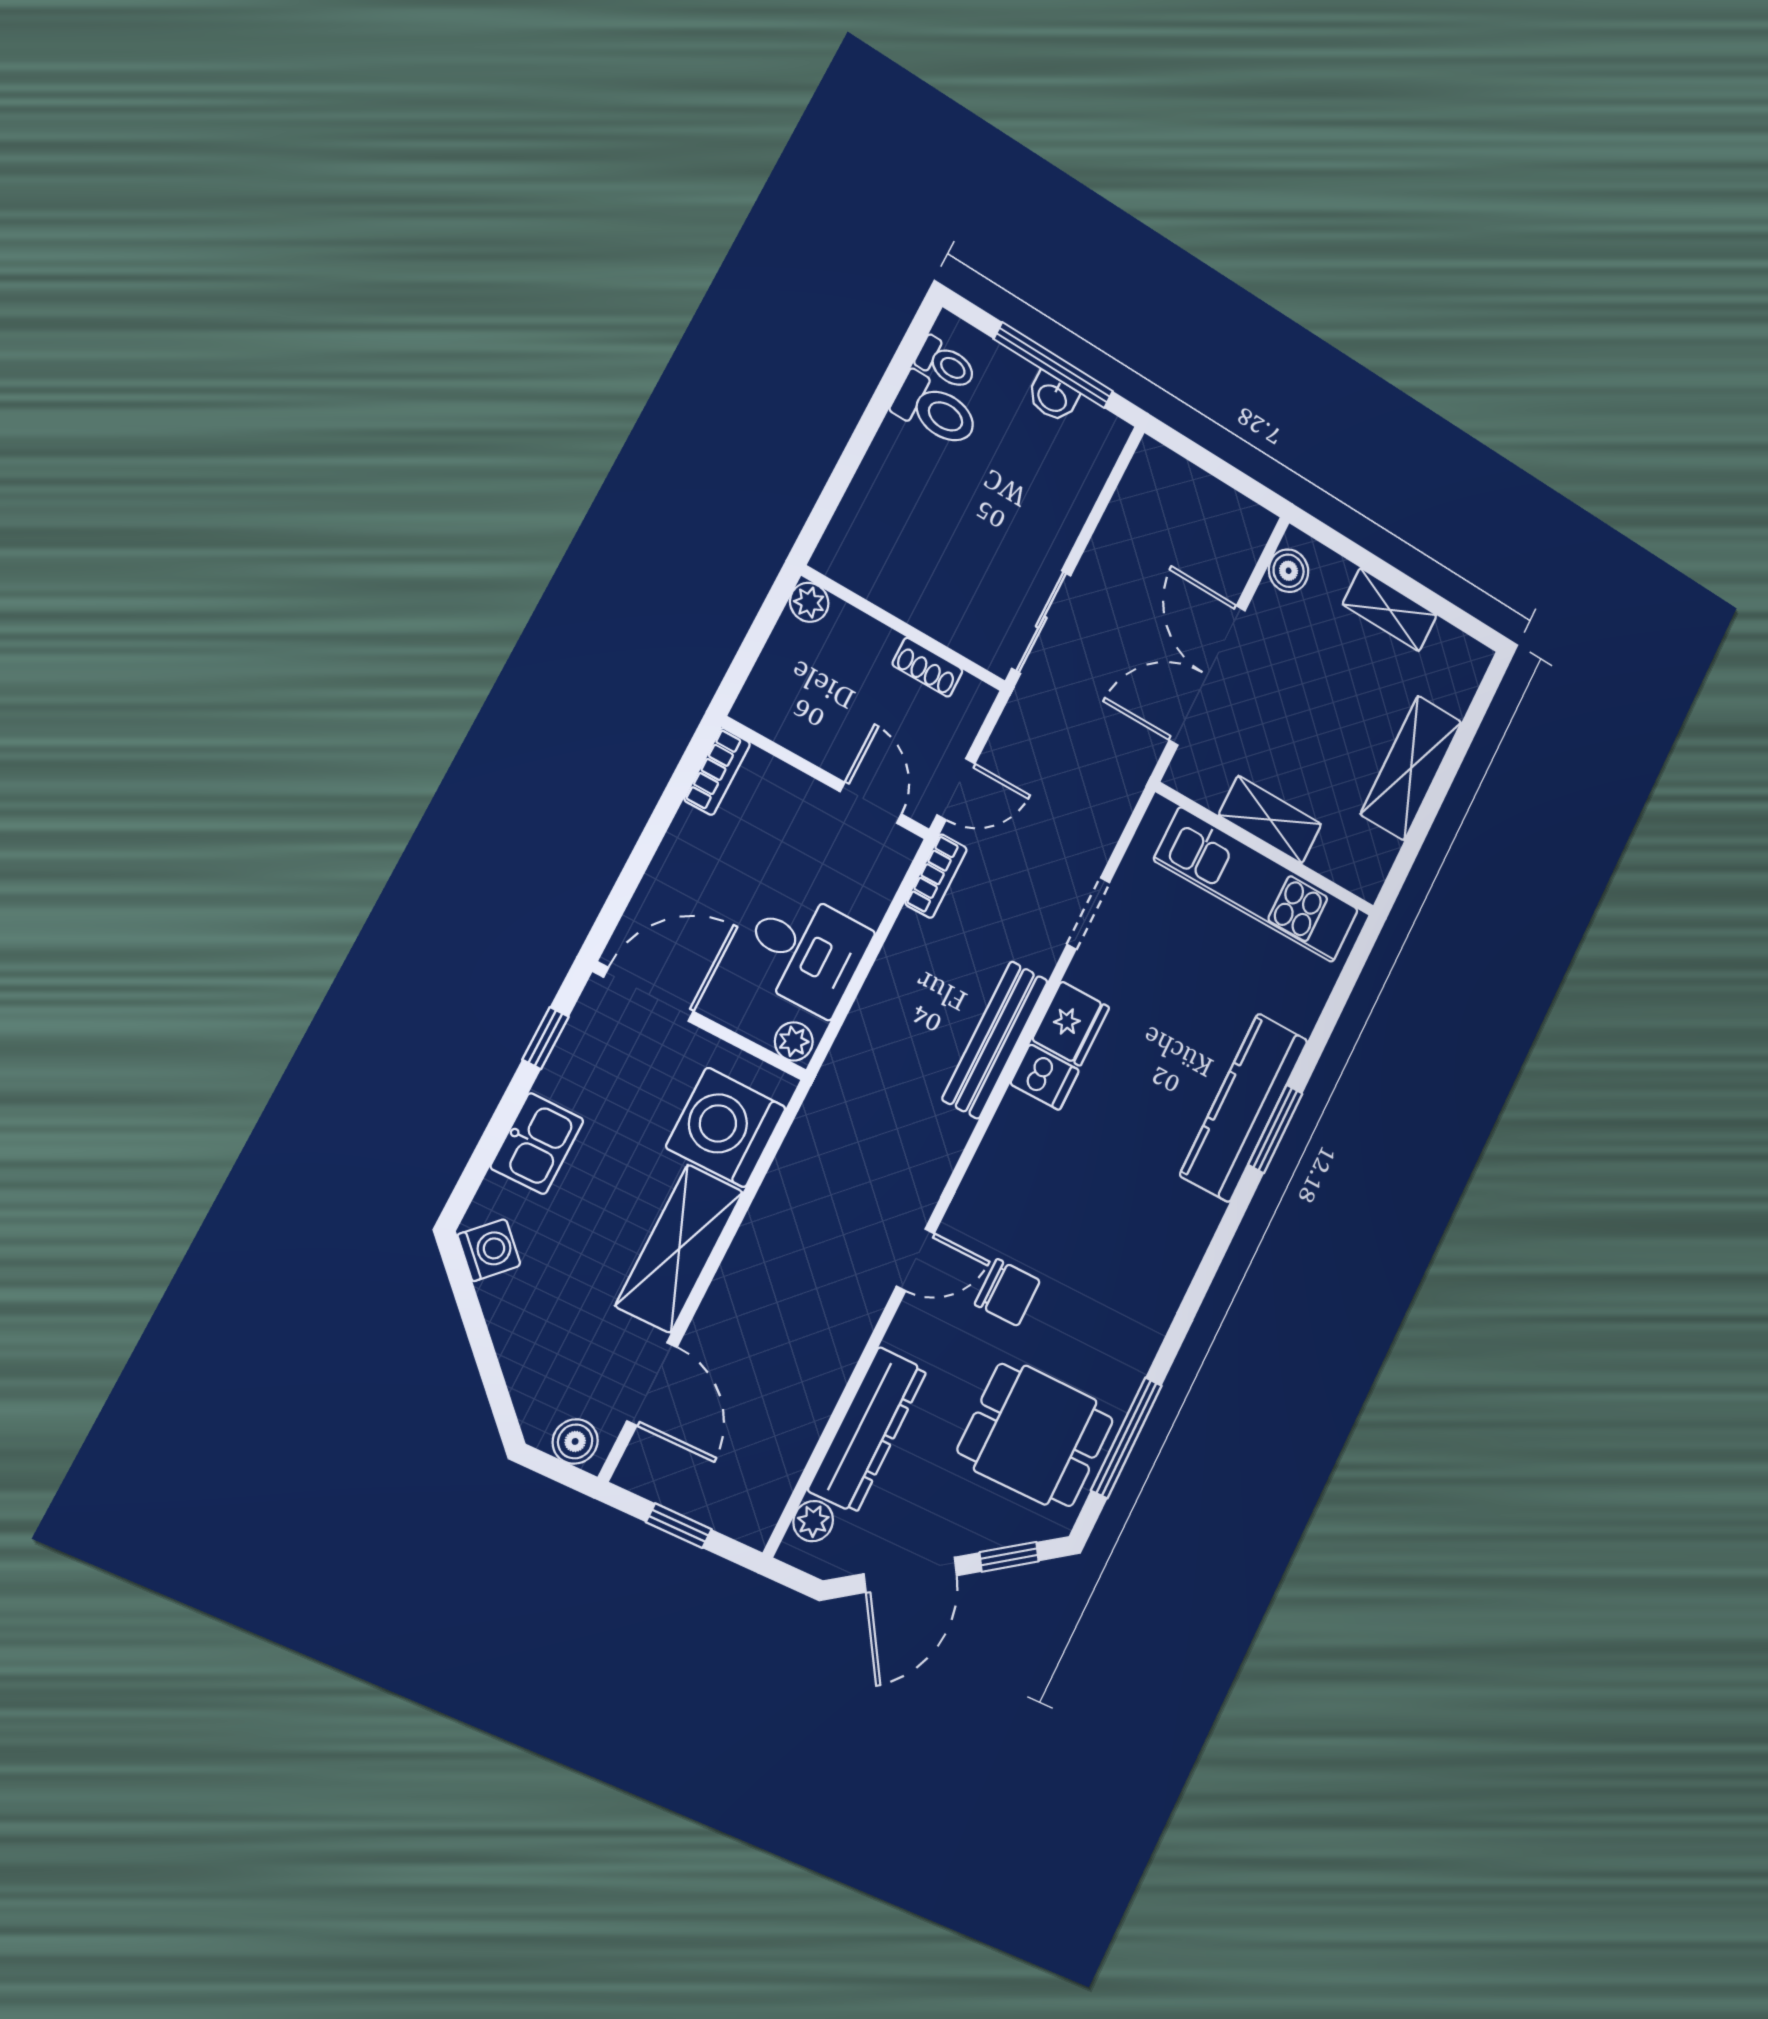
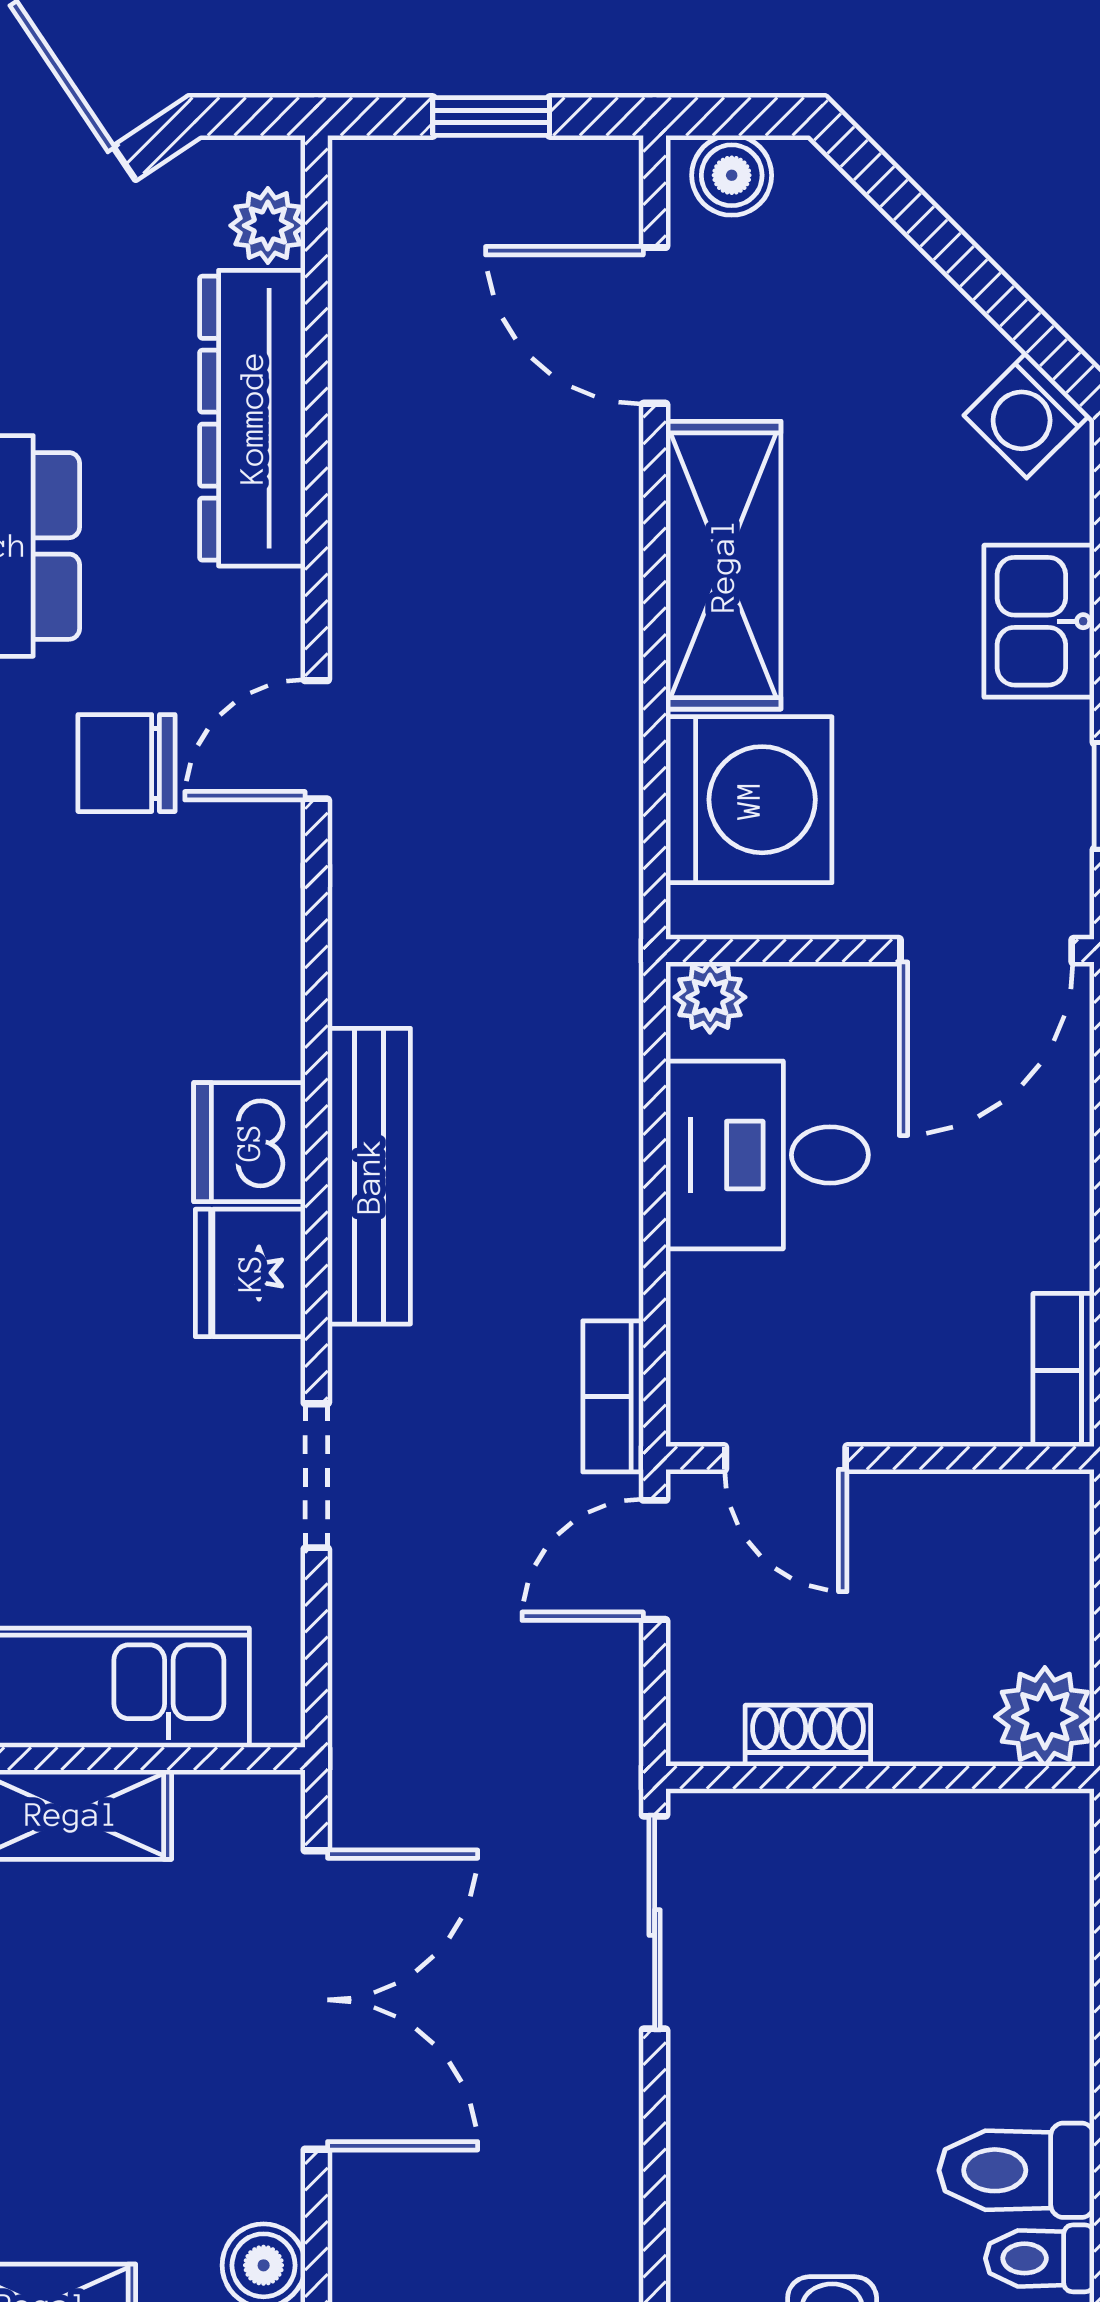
plant: (809, 602) -> (1045, 1717), width x1.38, depth x1.38
dishwasher: (1045, 1077) -> (249, 1142), width x1.38

